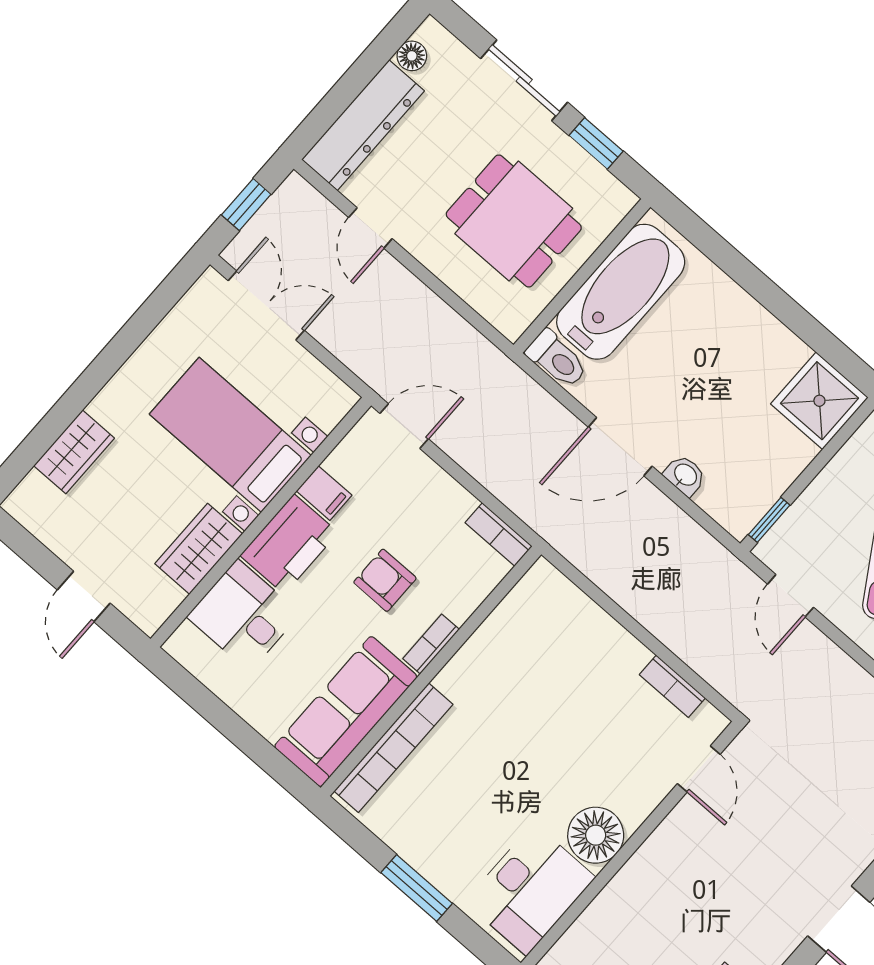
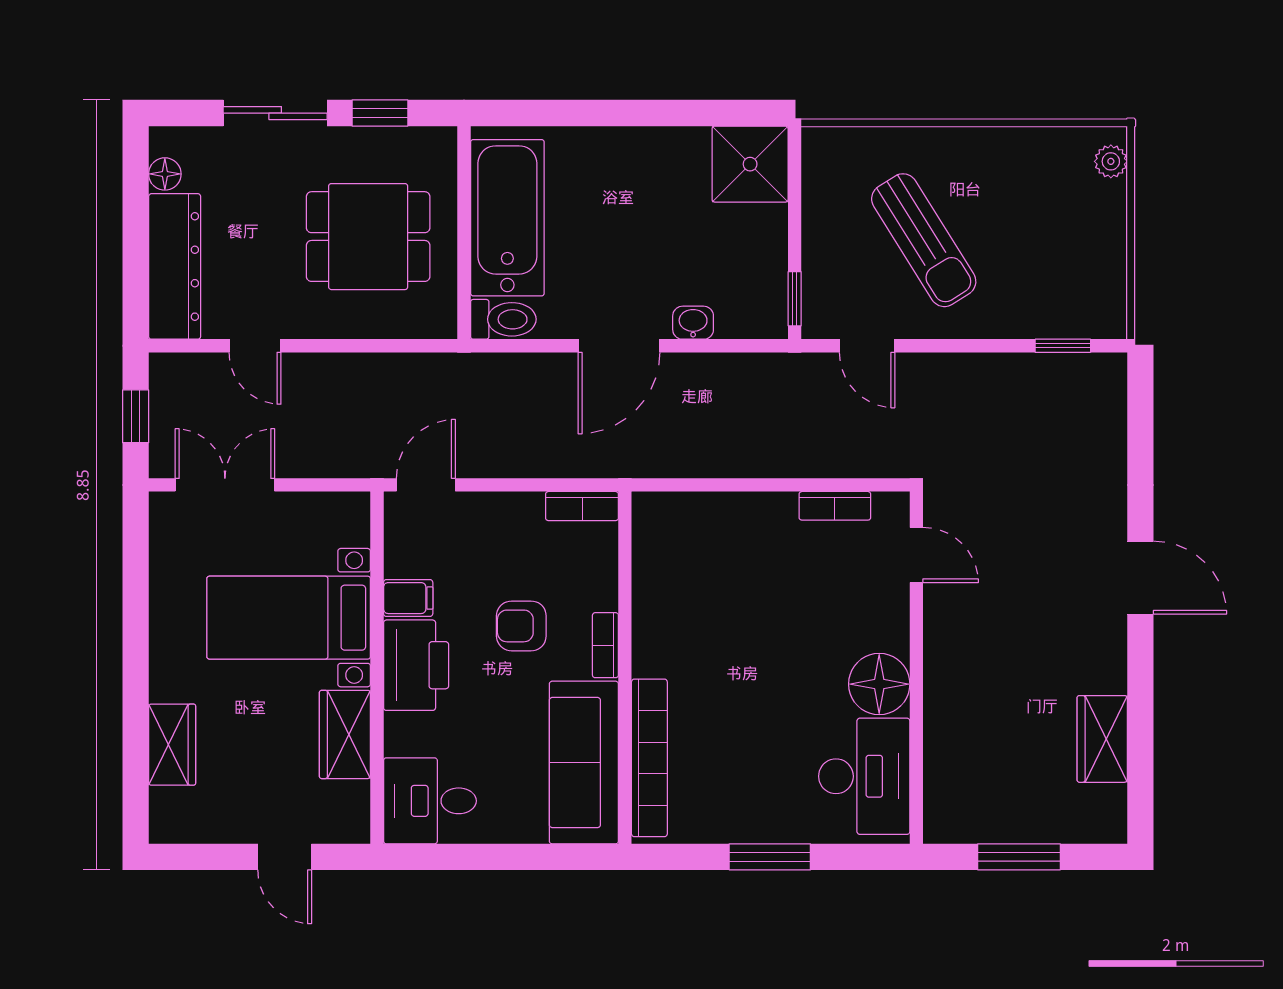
desk: (243, 615) -> (430, 801), moved

